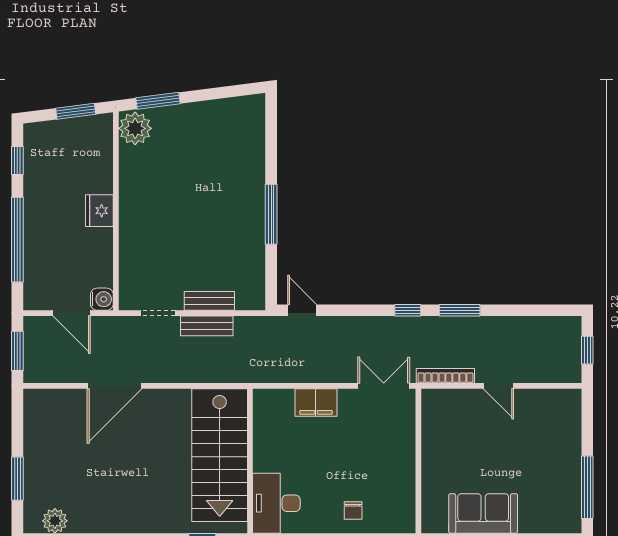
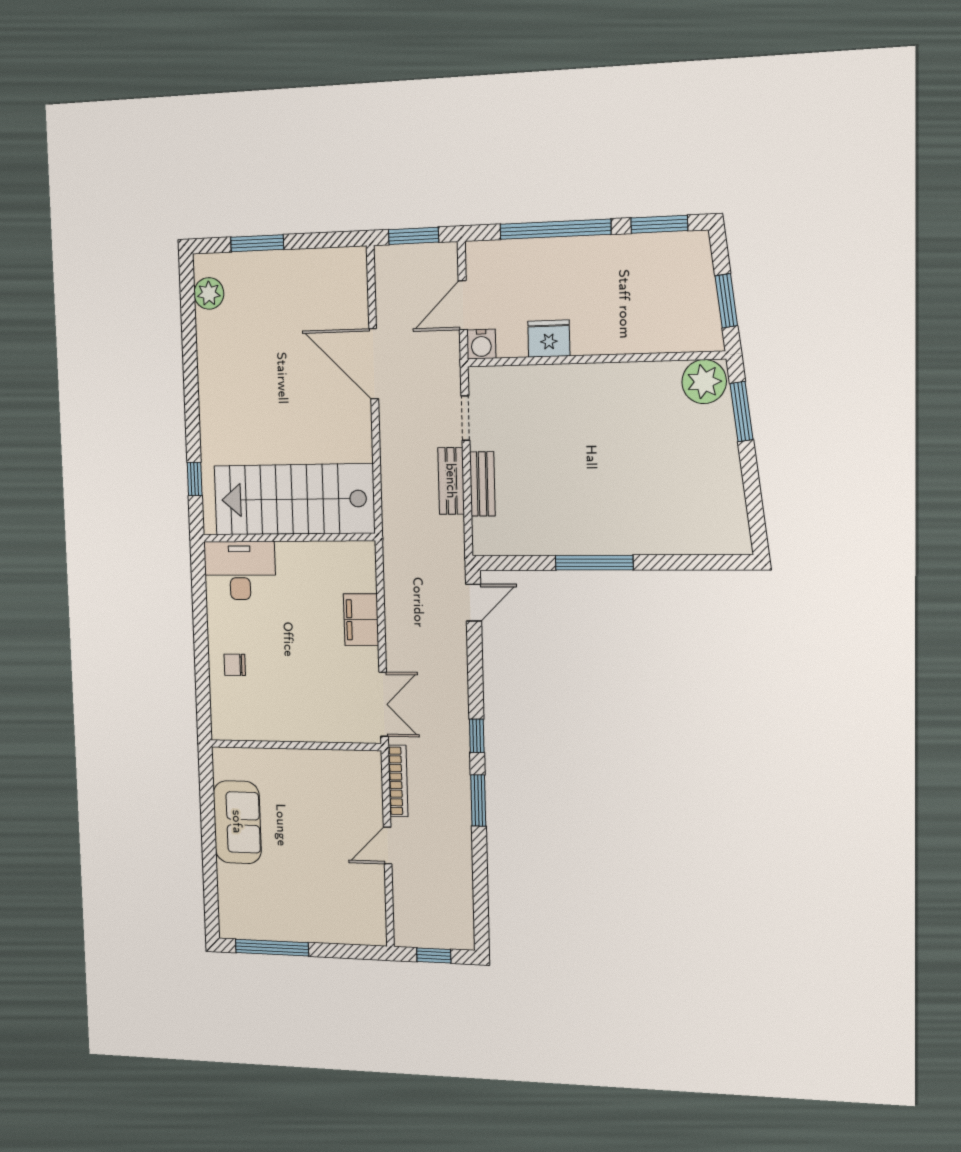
window: (17, 160) -> (659, 224), width x1.50
fridge: (99, 211) -> (549, 339), moved

